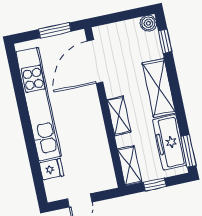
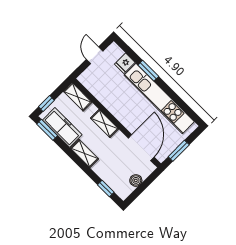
boiler: (148, 23) -> (136, 180), moved
shelving: (159, 88) -> (84, 154), width x0.67, depth x0.75
window: (30, 143) -> (148, 71), added
window: (155, 184) -> (46, 103), moved

